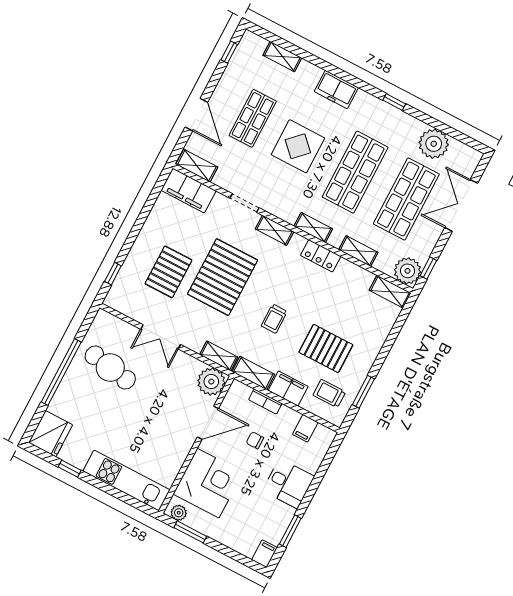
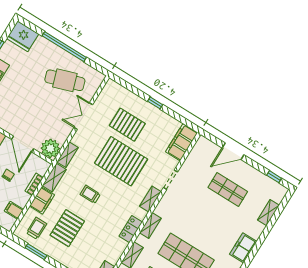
display table: (298, 146) -> (207, 219), removed
shelving: (197, 166) -> (198, 149), removed
window: (113, 274) -> (155, 103), moved
cafe table: (110, 367) -> (65, 80), turned 62

